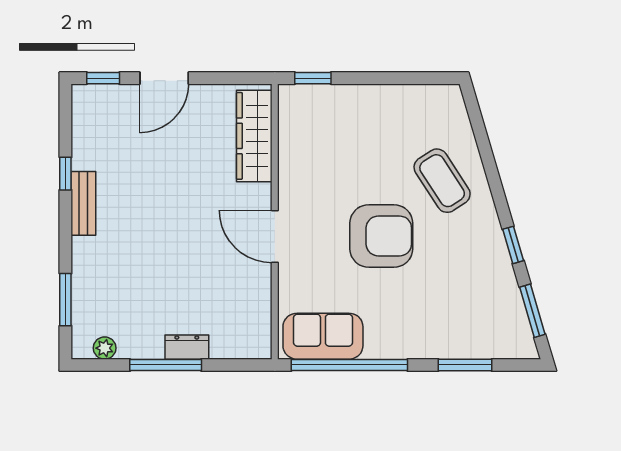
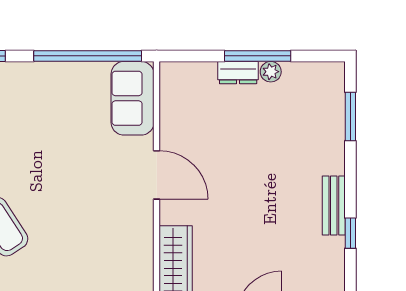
armchair: (381, 236) -> (58, 175), removed
sofa: (323, 336) -> (133, 98), moved, turned 90
plant: (105, 348) -> (271, 72), moved

